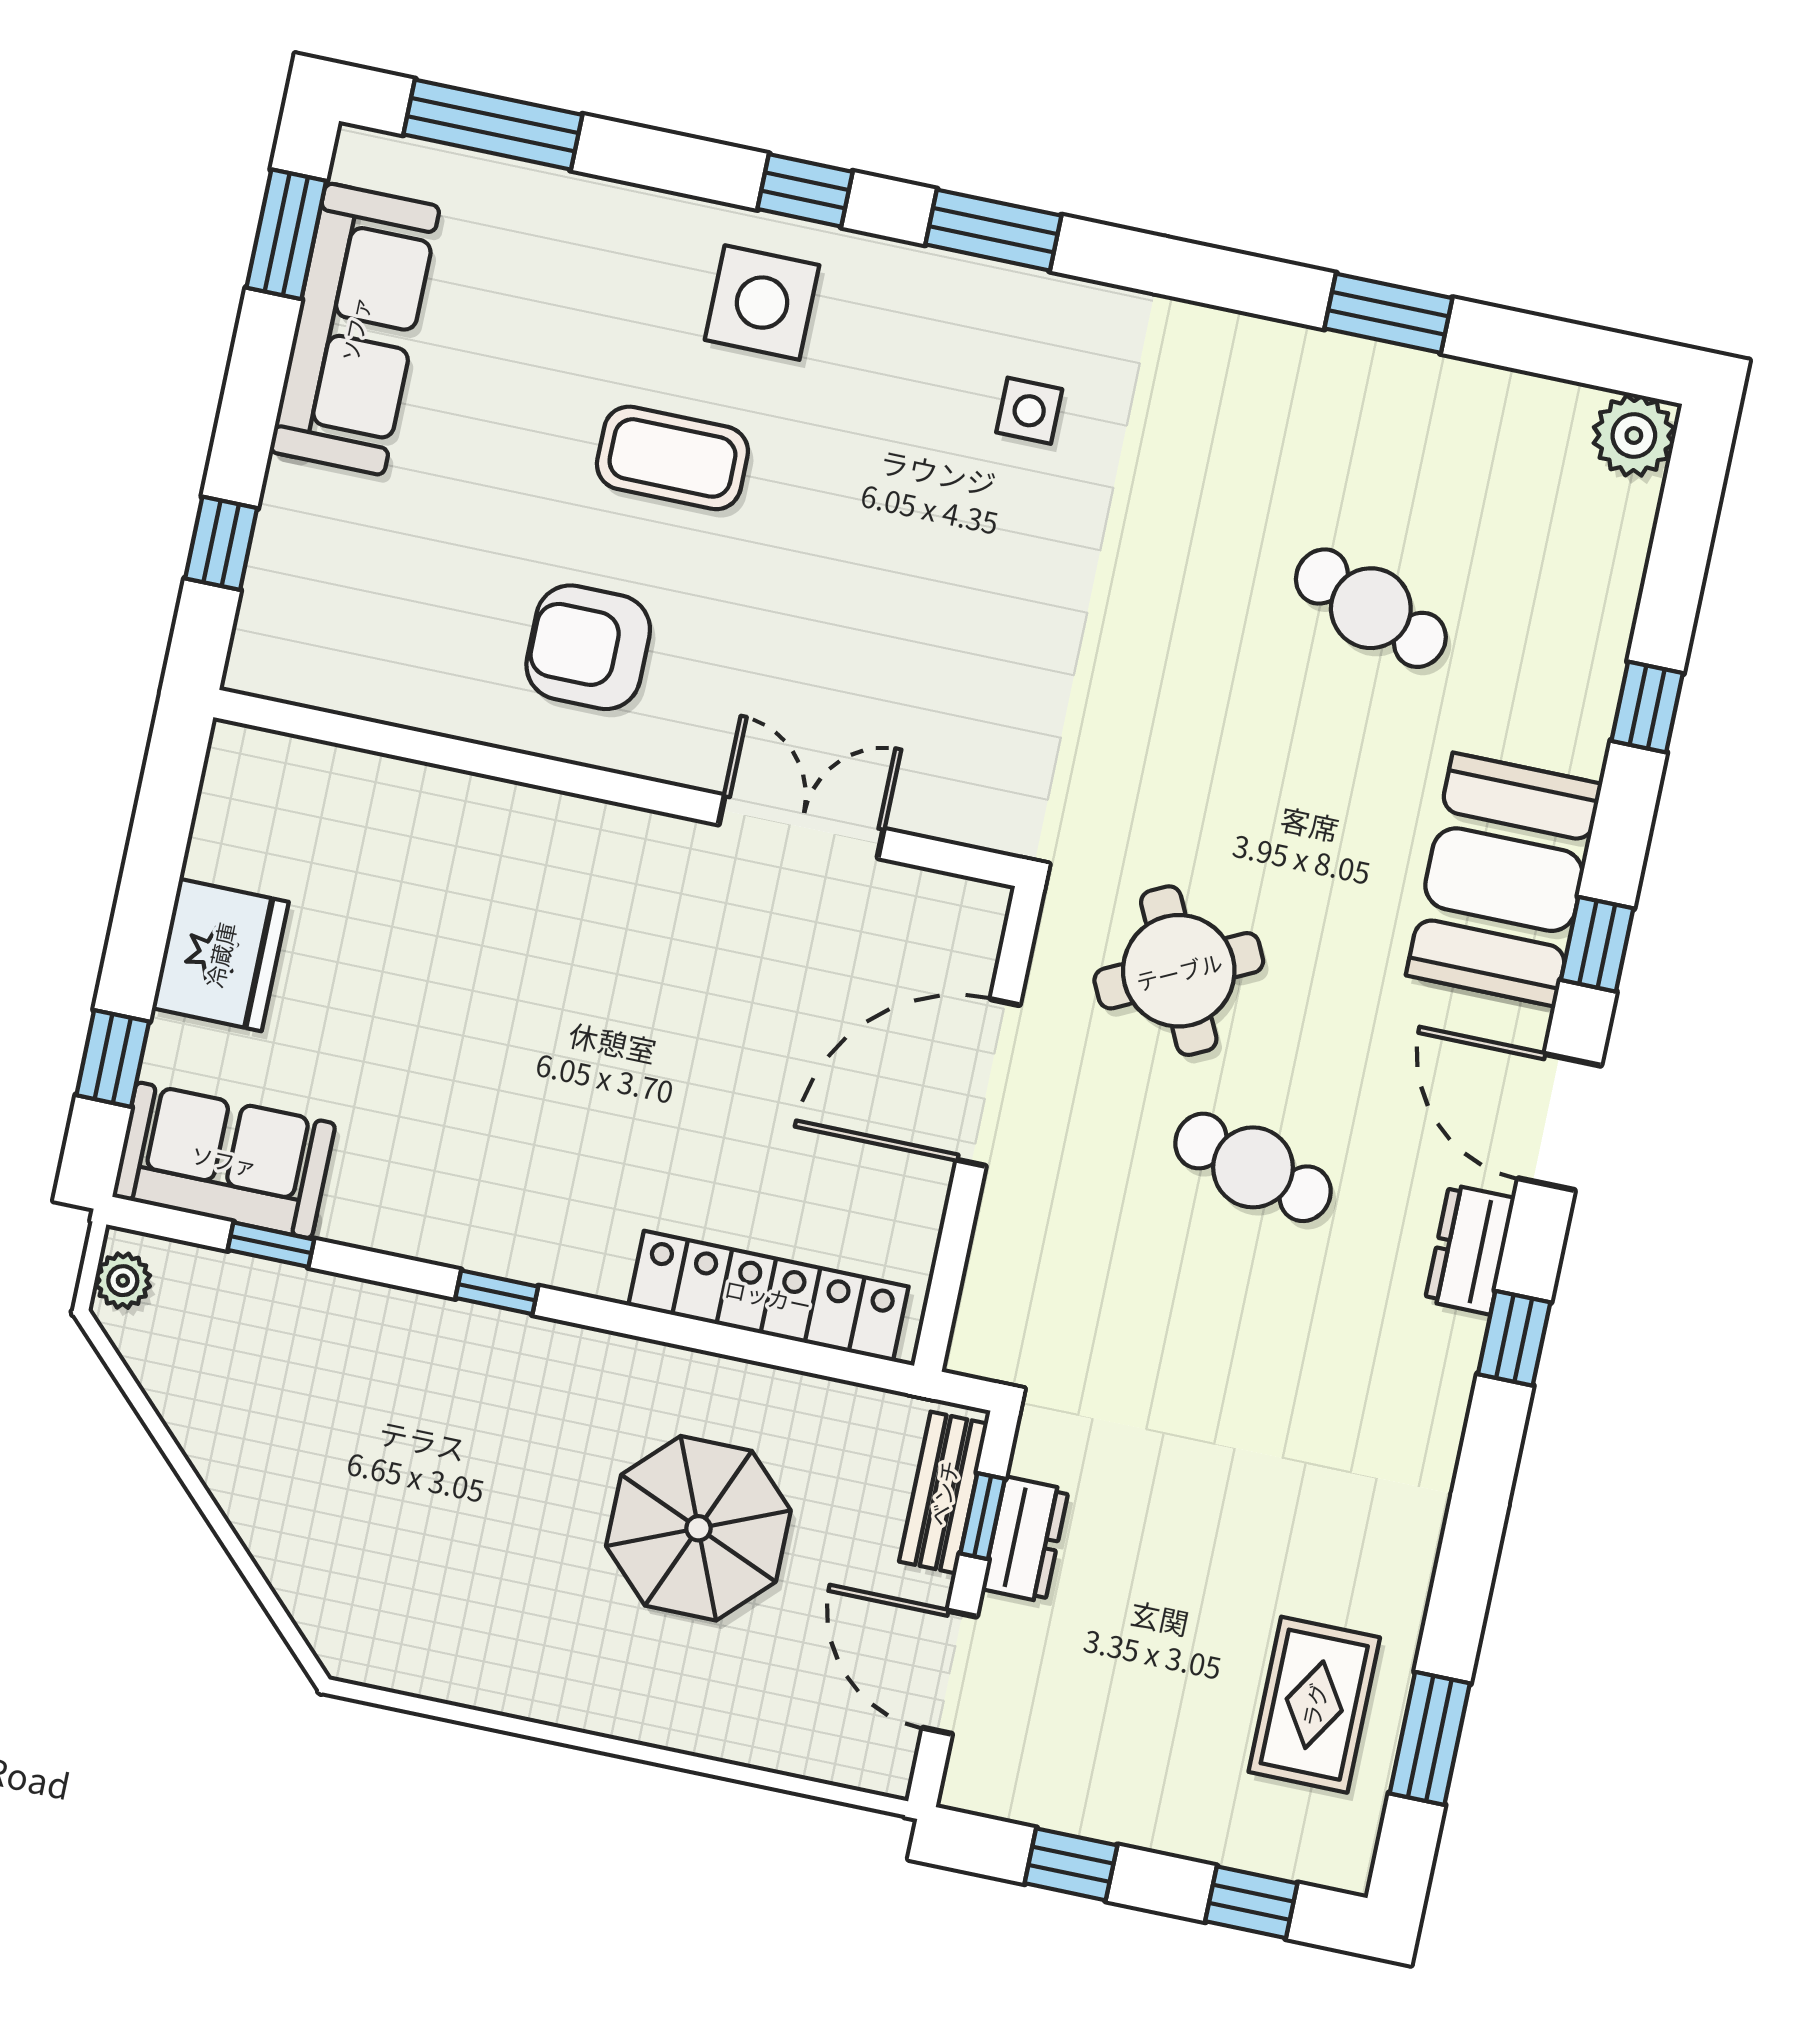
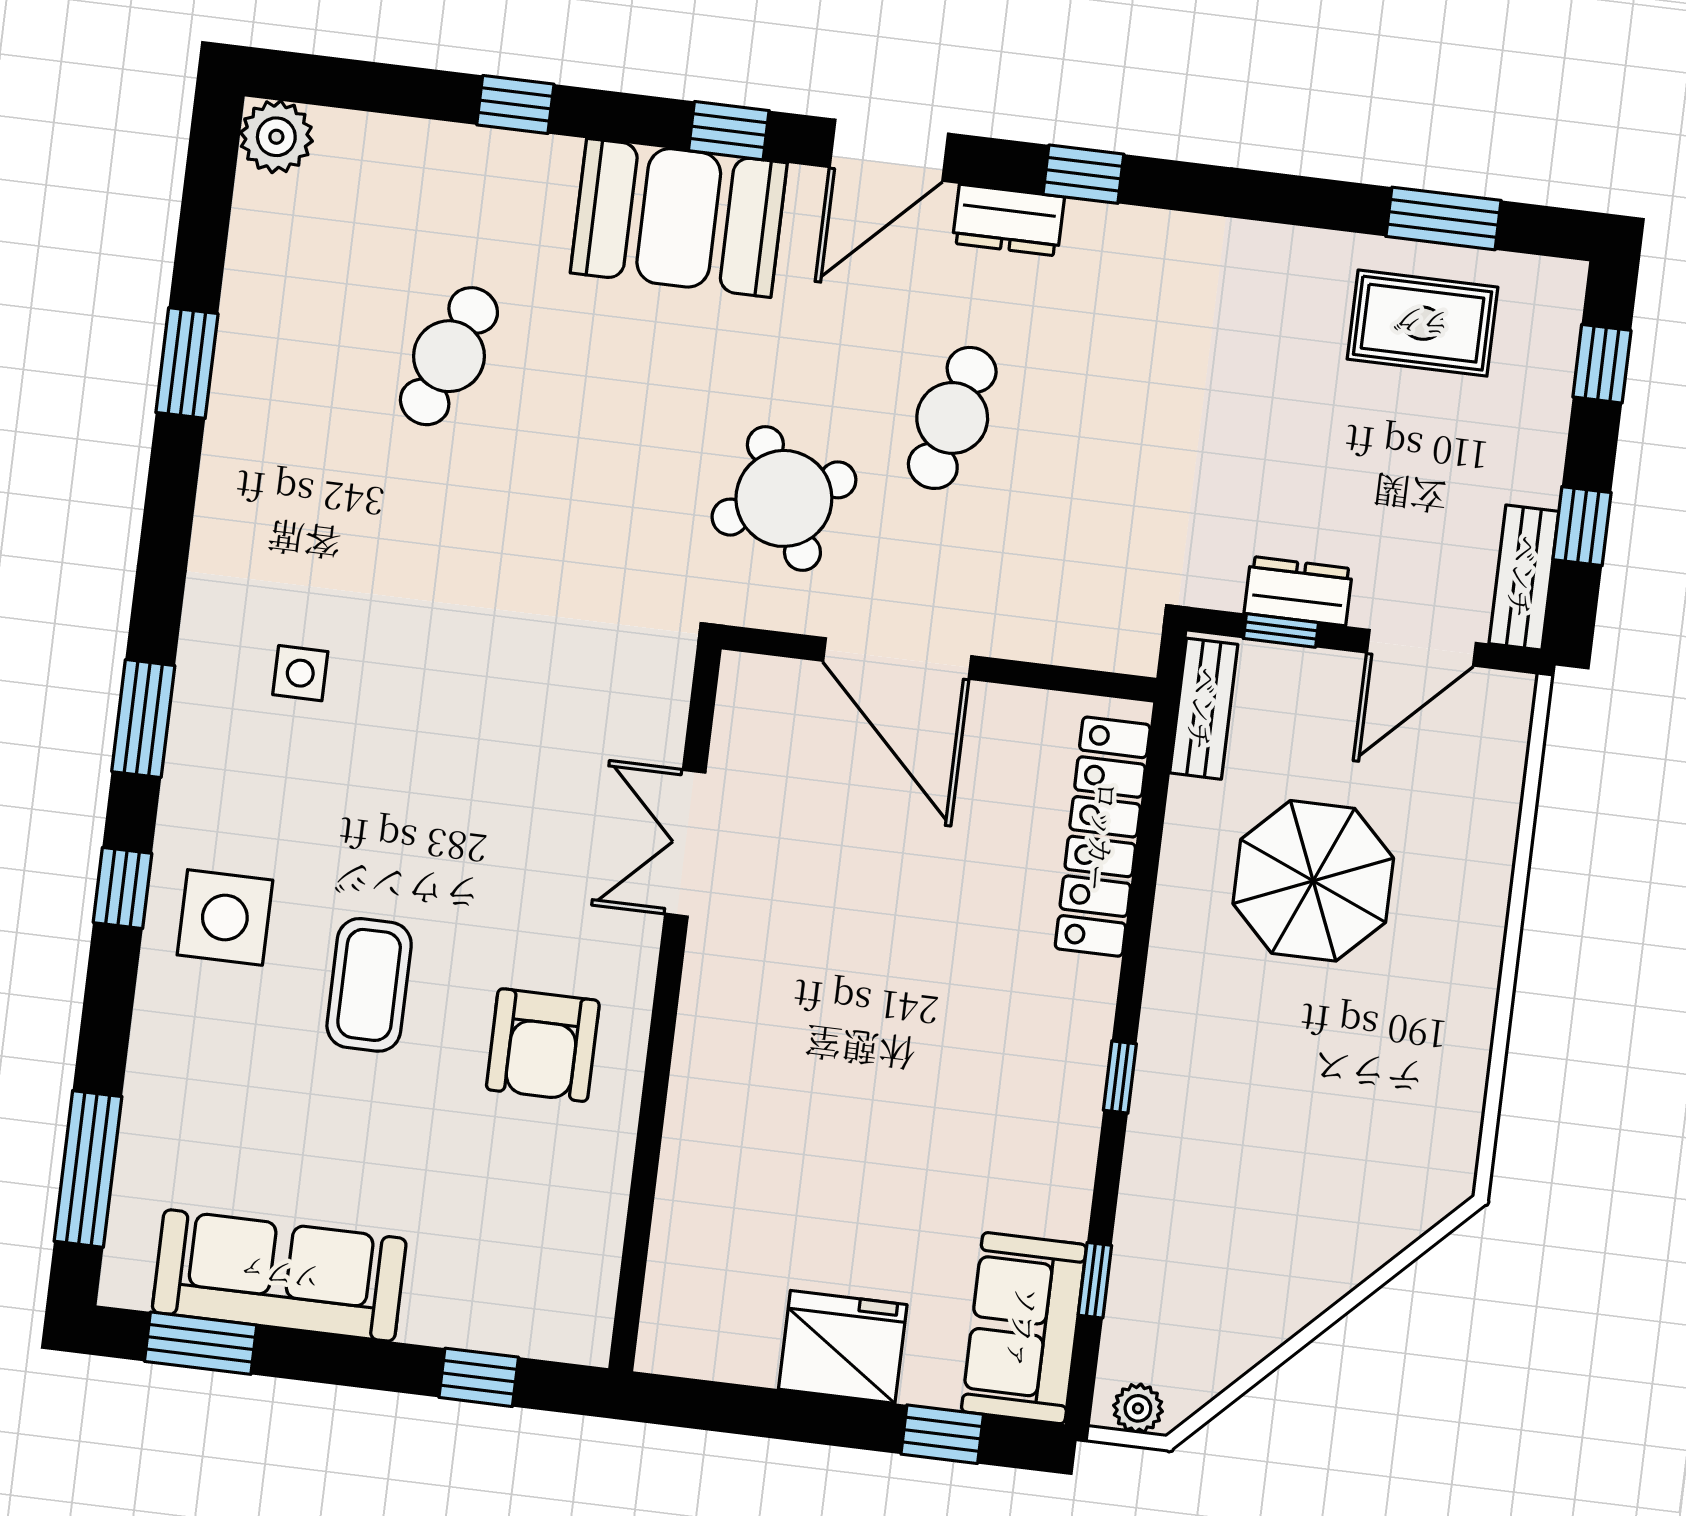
bench: (943, 1493) -> (1204, 709), moved, turned 90
bench: (1019, 1794) -> (1524, 577), added

